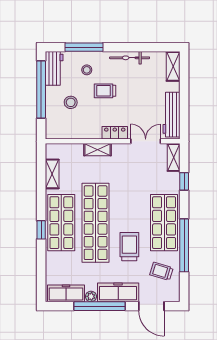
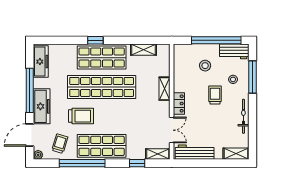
plant: (91, 296) -> (38, 155), moved

